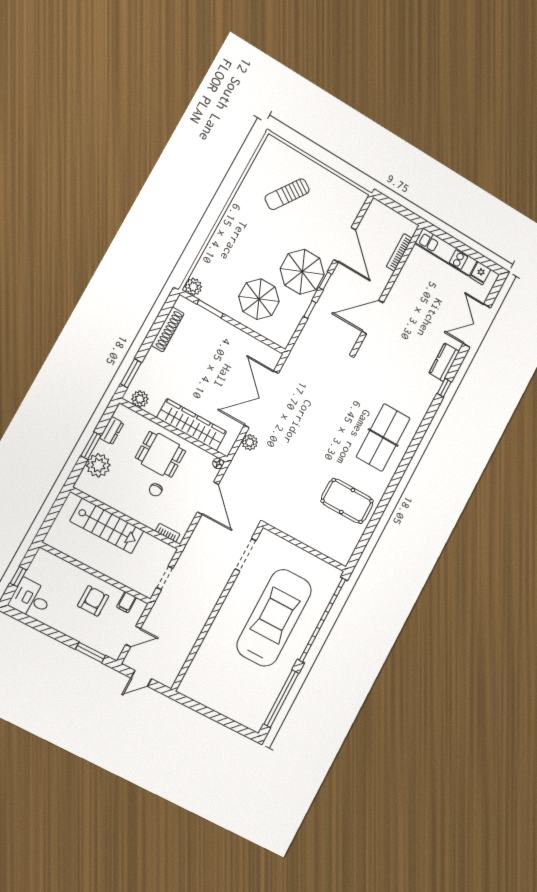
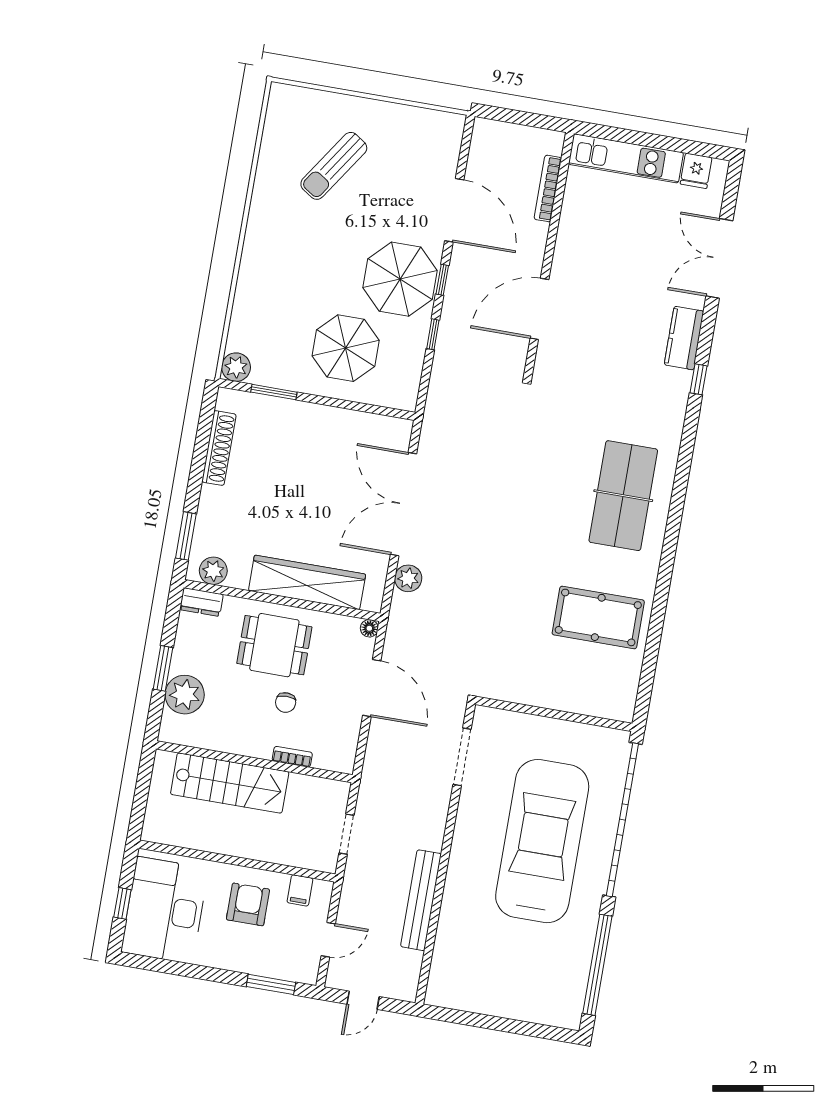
dresser: (112, 431) -> (201, 602), moved, turned 90
bookcase: (168, 533) -> (292, 757), moved
desk: (31, 599) -> (165, 910), width x1.87, depth x1.30
bench: (194, 630) -> (421, 900), added

